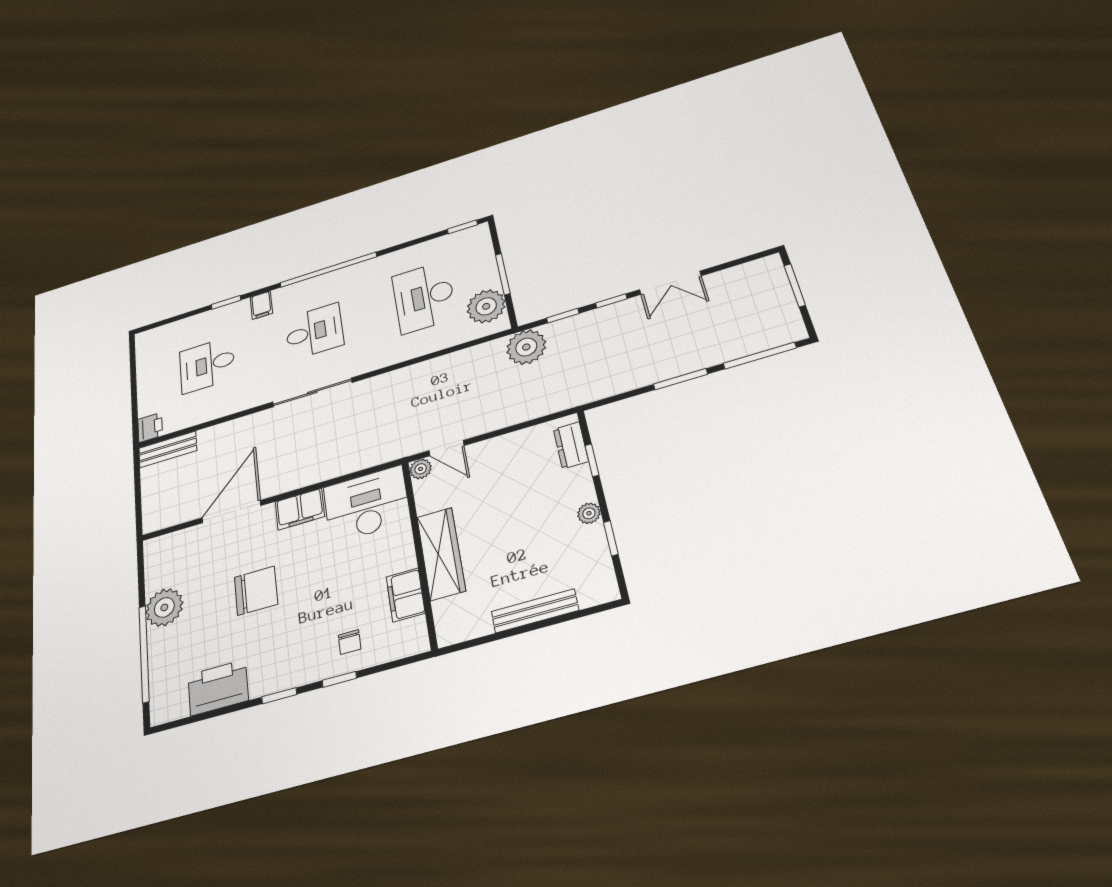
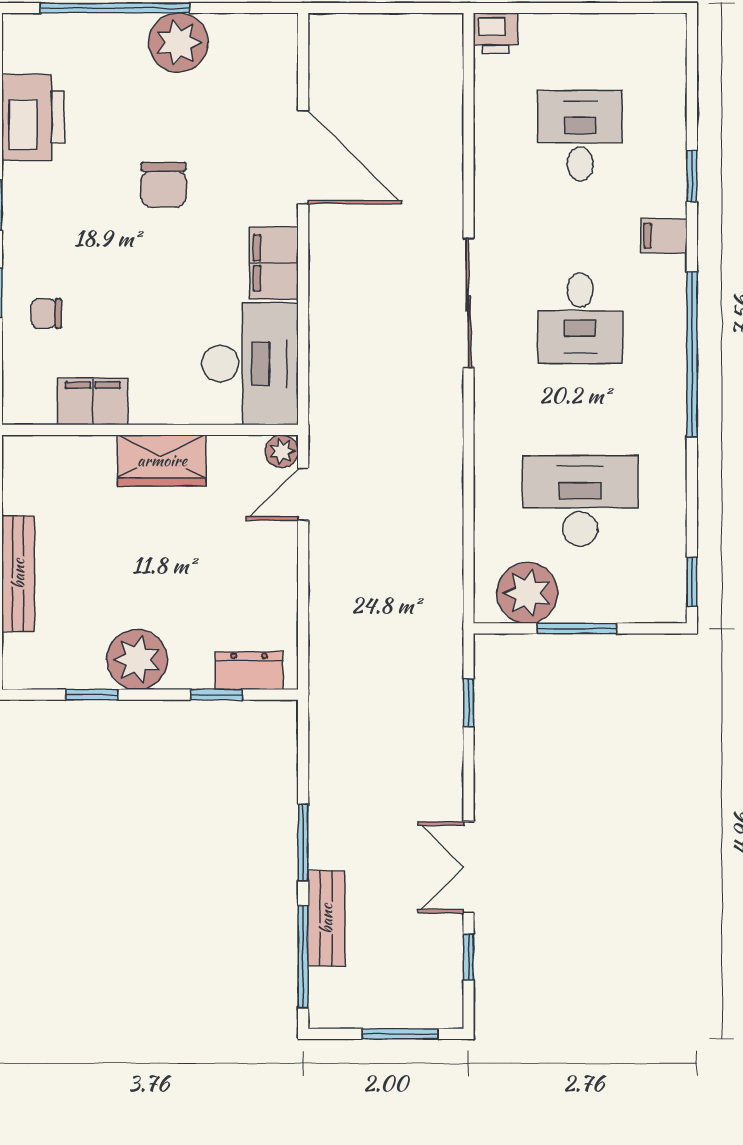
window: (611, 301) -> (469, 957), moved
plant: (526, 347) -> (433, 639), removed
bench: (168, 449) -> (326, 919), moved
plant: (589, 513) -> (137, 660), width x1.87, depth x1.87
wardrobe: (441, 554) -> (162, 460), width x0.67
chair: (256, 591) -> (164, 185), width x0.73, depth x0.73

